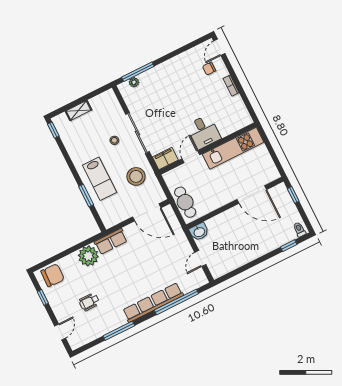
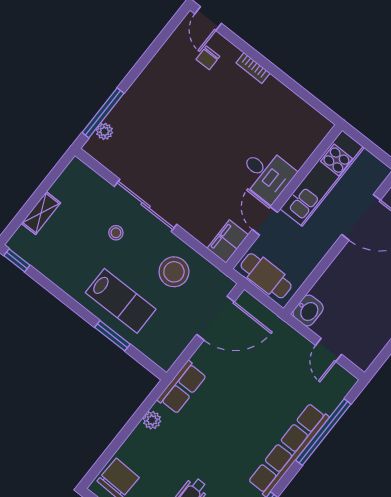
desk: (204, 132) -> (266, 174), moved
kitchen unit: (233, 148) -> (322, 178), moved
wall: (208, 149) -> (284, 197), moved
door: (191, 157) -> (265, 221), moved
filing cabinet: (165, 159) -> (228, 241), moved
plant: (88, 256) -> (152, 420), width x0.53, depth x0.53

